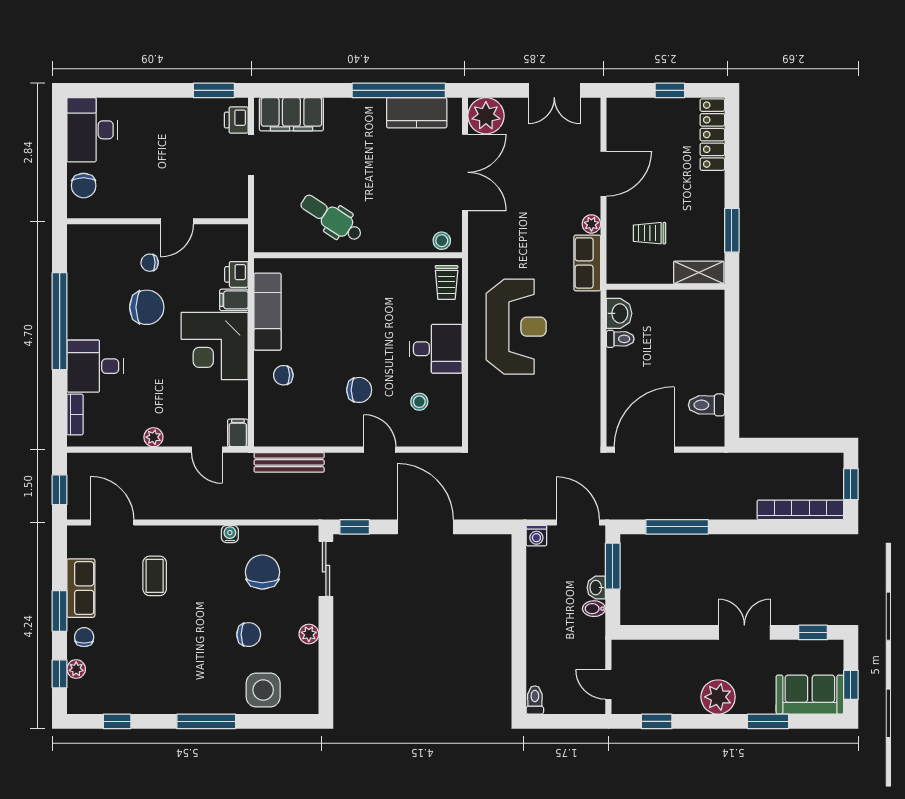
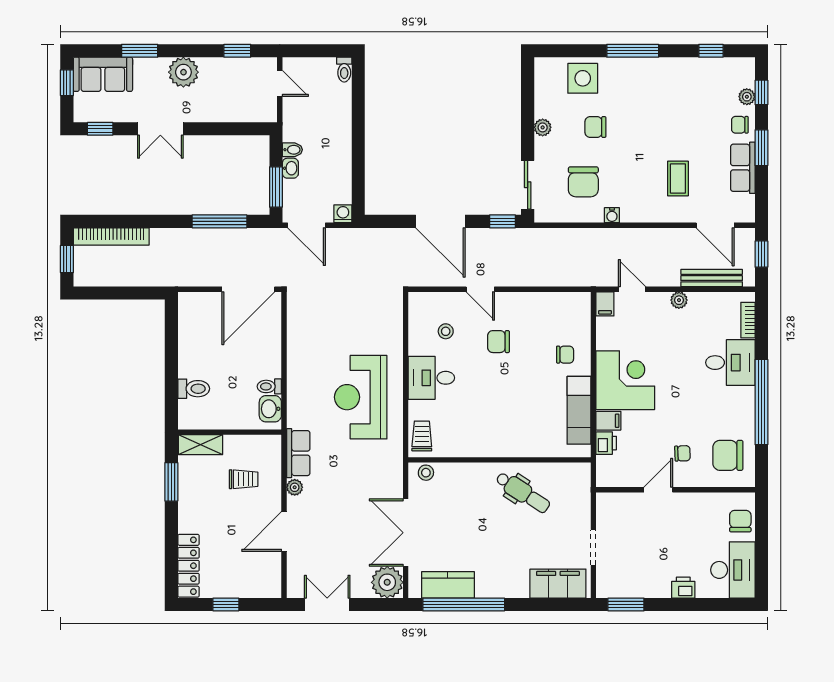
printer: (236, 120) -> (683, 588), moved, turned -90
chair: (147, 307) -> (728, 455), moved
toilet: (706, 405) -> (194, 389), moved
bench: (289, 462) -> (712, 278), moved
chair: (84, 637) -> (740, 125), turned 90

